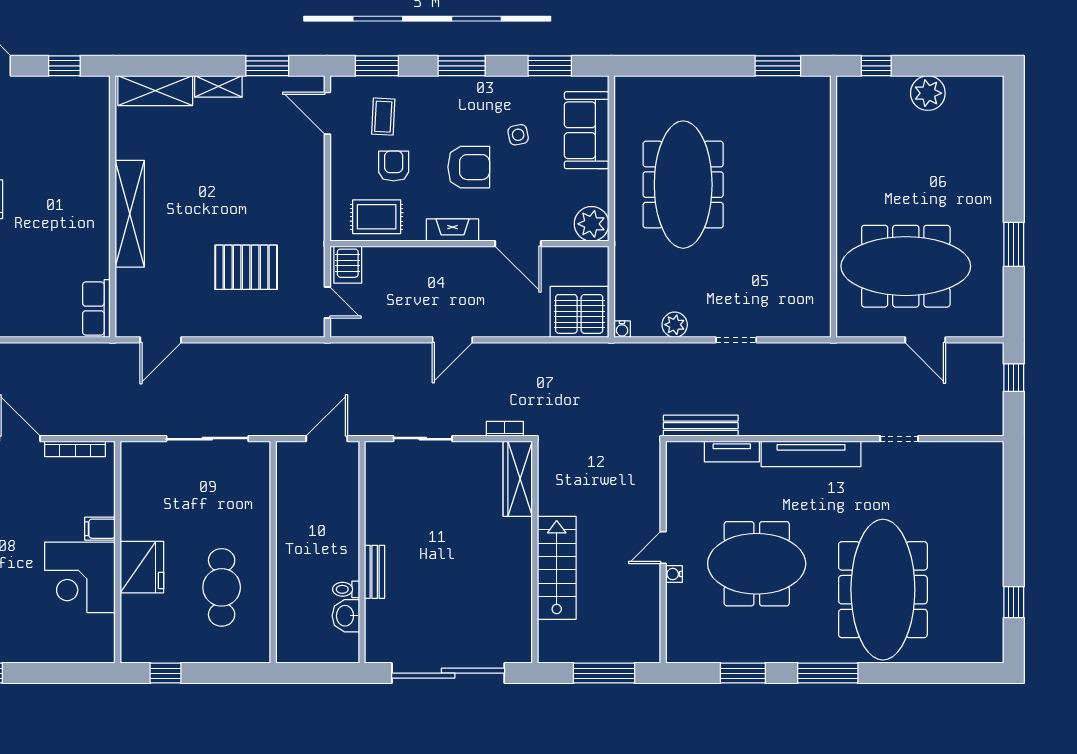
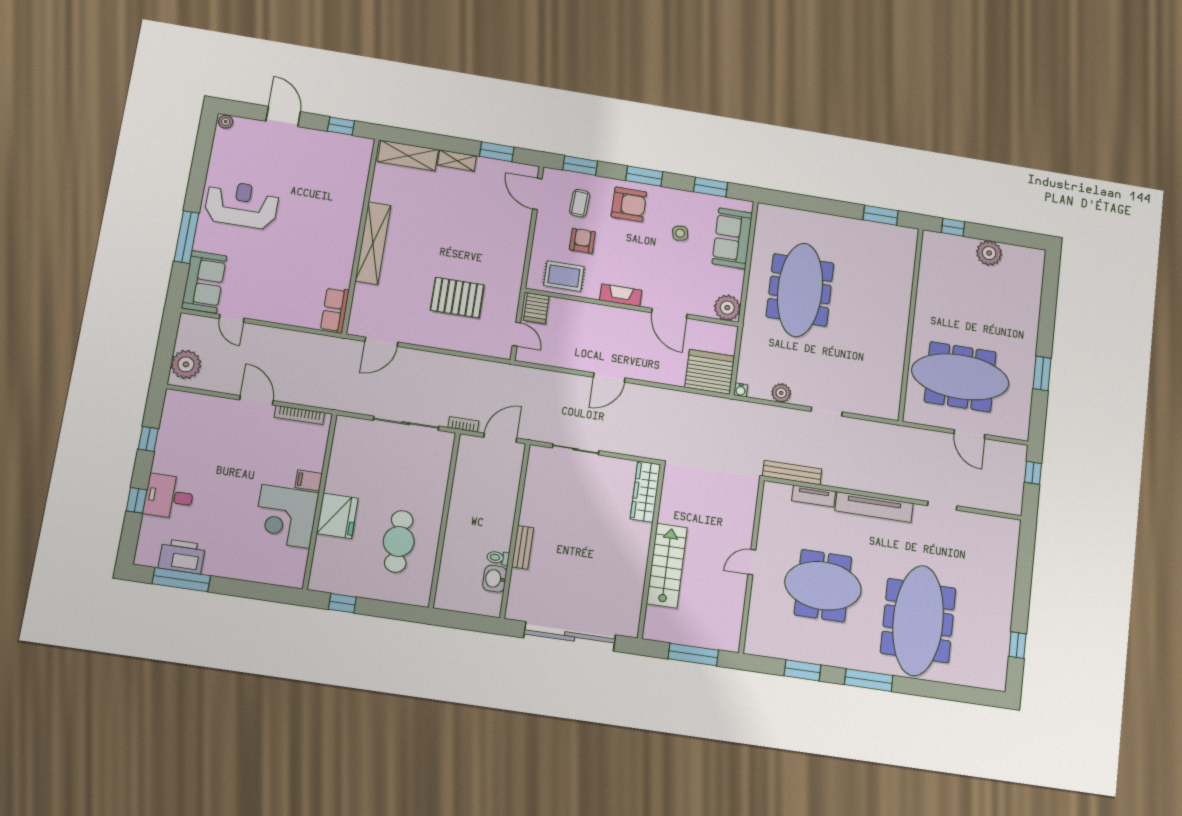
armchair: (469, 167) -> (629, 204), moved
bookcase: (505, 429) -> (463, 424), moved
water cooler: (674, 574) -> (758, 584), removed

